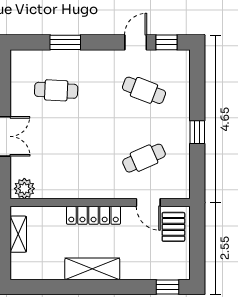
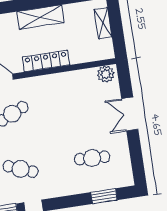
window: (65, 42) -> (104, 196), moved
shelving: (18, 234) -> (103, 23), moved

